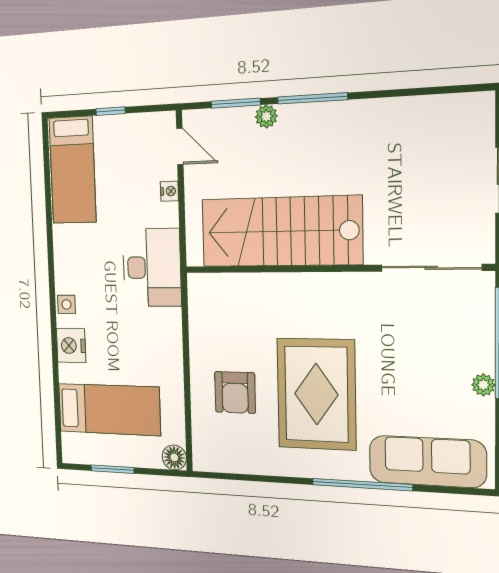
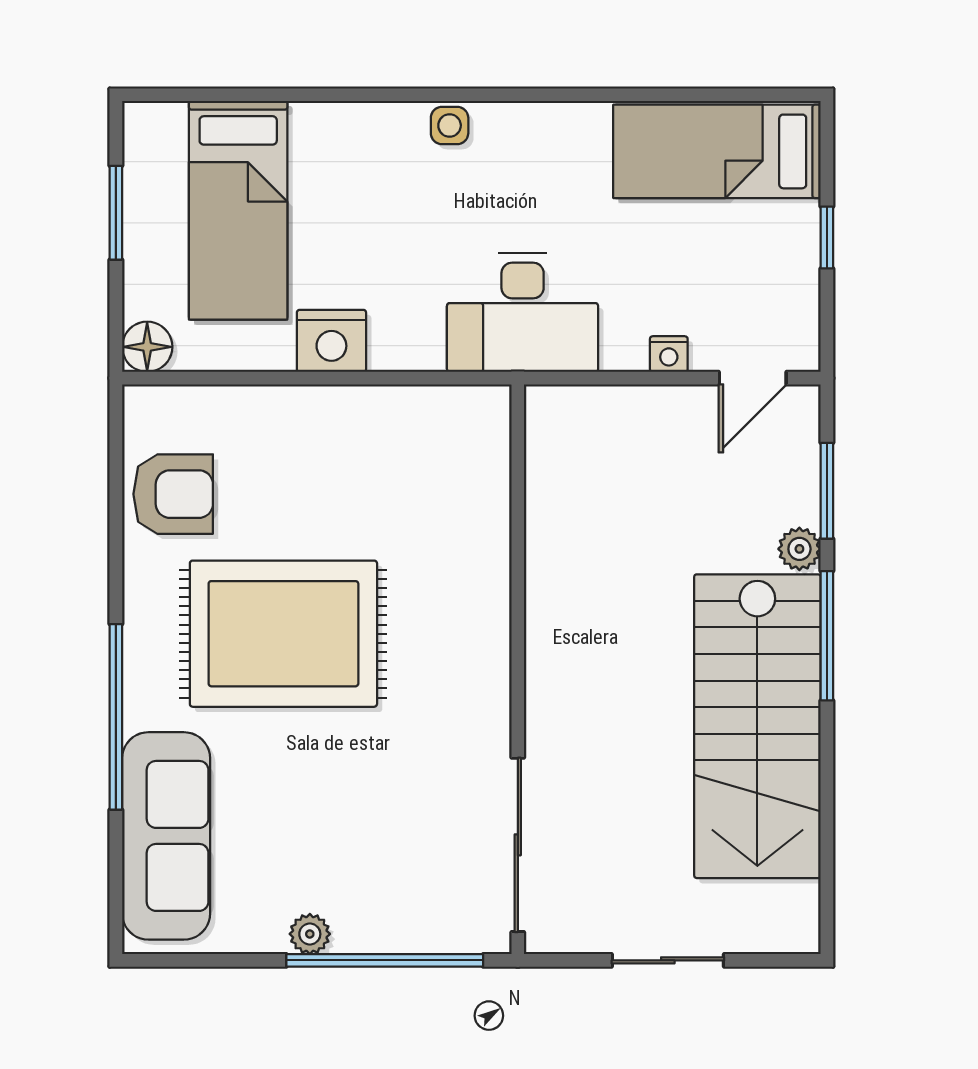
stairs: (281, 232) -> (757, 726), moved, turned 180
nightstand: (71, 346) -> (331, 341), moved, turned 180
armchair: (235, 392) -> (173, 494), moved, turned 180

